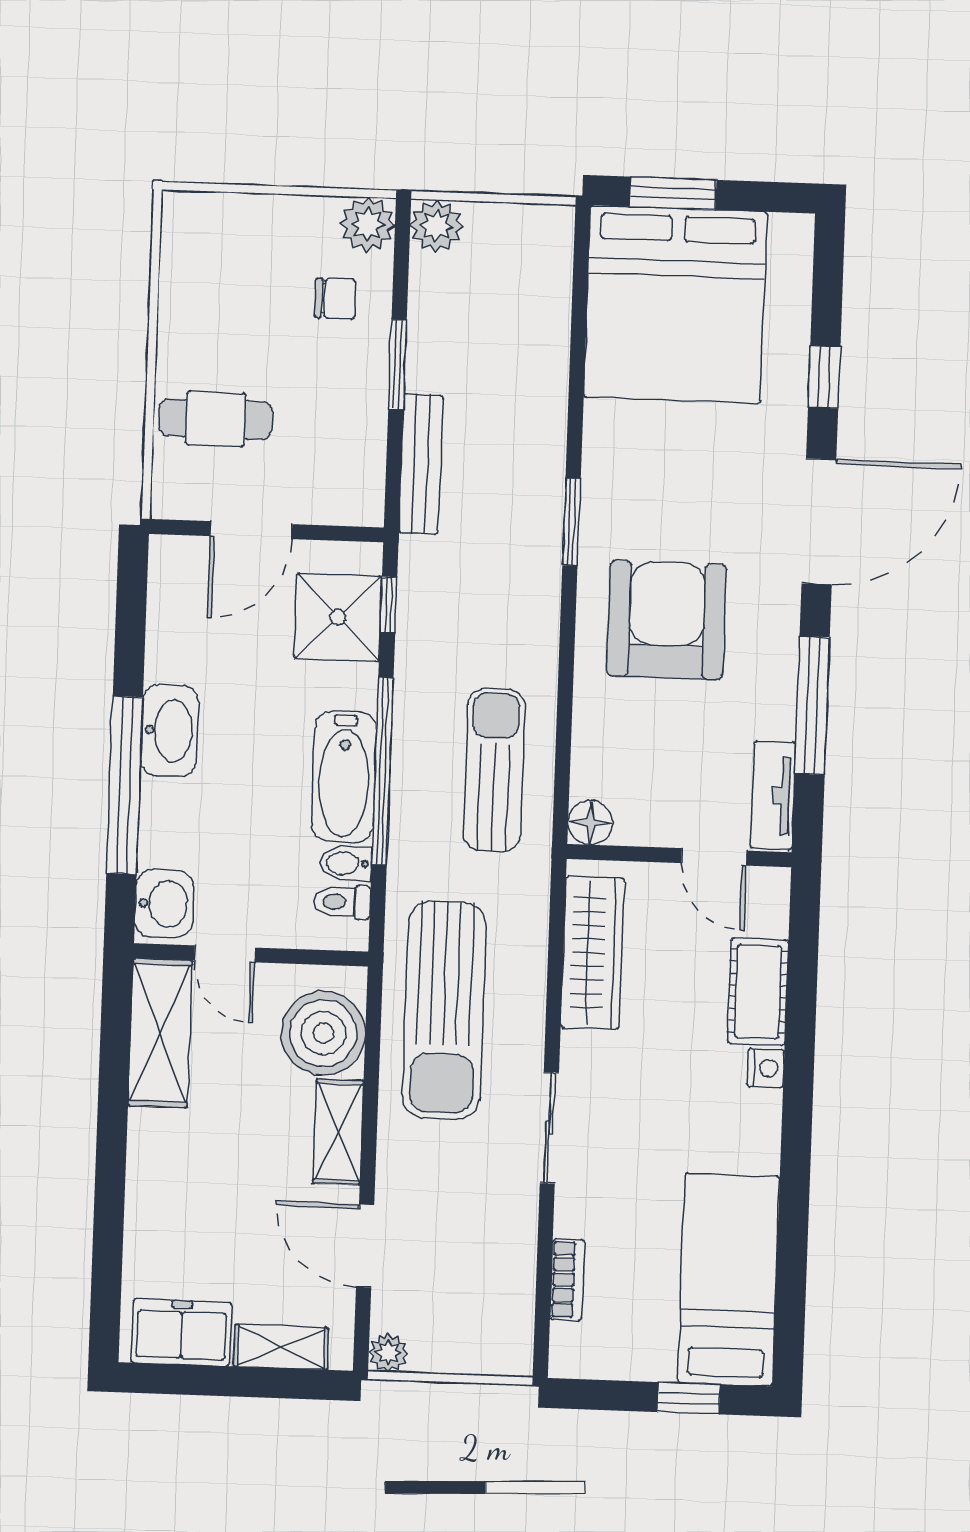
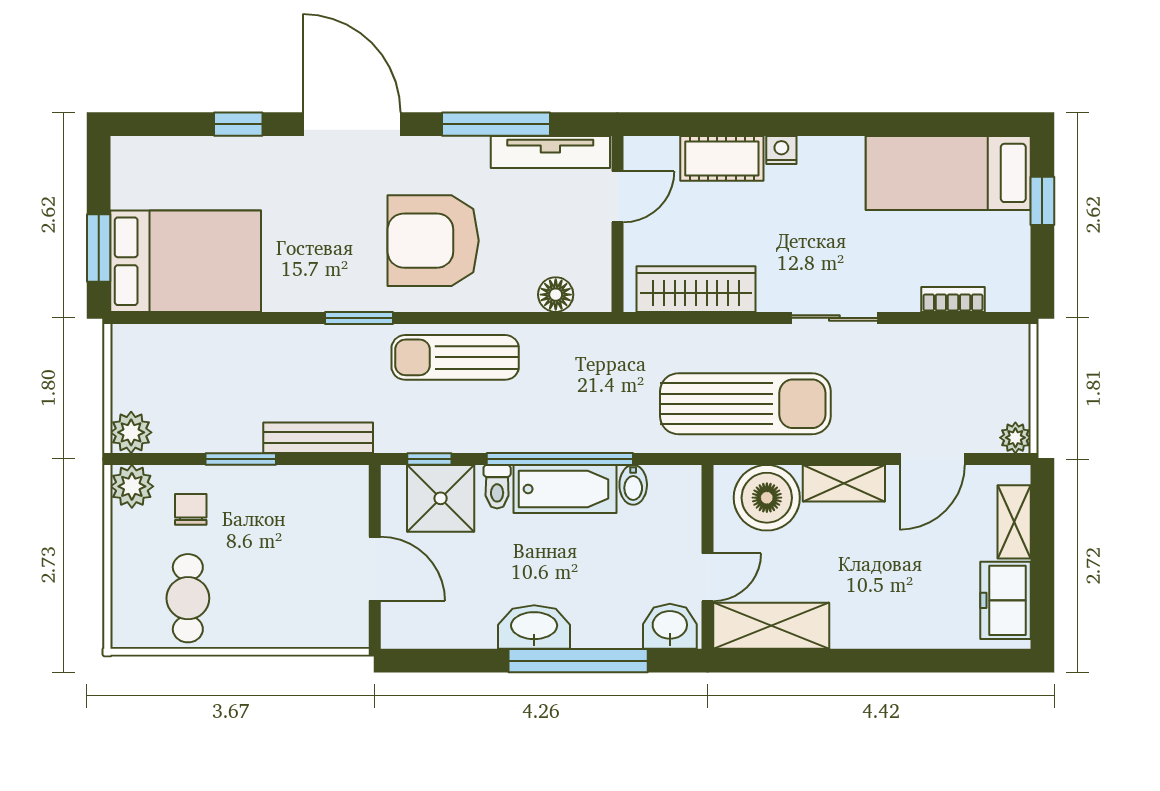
bed: (675, 304) -> (186, 261), width x0.73
cafe table: (216, 419) -> (188, 598), moved
sun lounger: (494, 770) -> (455, 357), moved
tv unit: (773, 795) -> (550, 152), width x1.41
floor lamp: (590, 823) -> (556, 295), moved
toilet: (342, 902) -> (497, 487), moved

